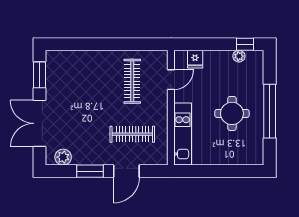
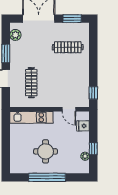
window: (147, 44) -> (93, 93), added
window: (245, 44) -> (93, 149), moved
clothes rail: (132, 81) -> (68, 47), moved

